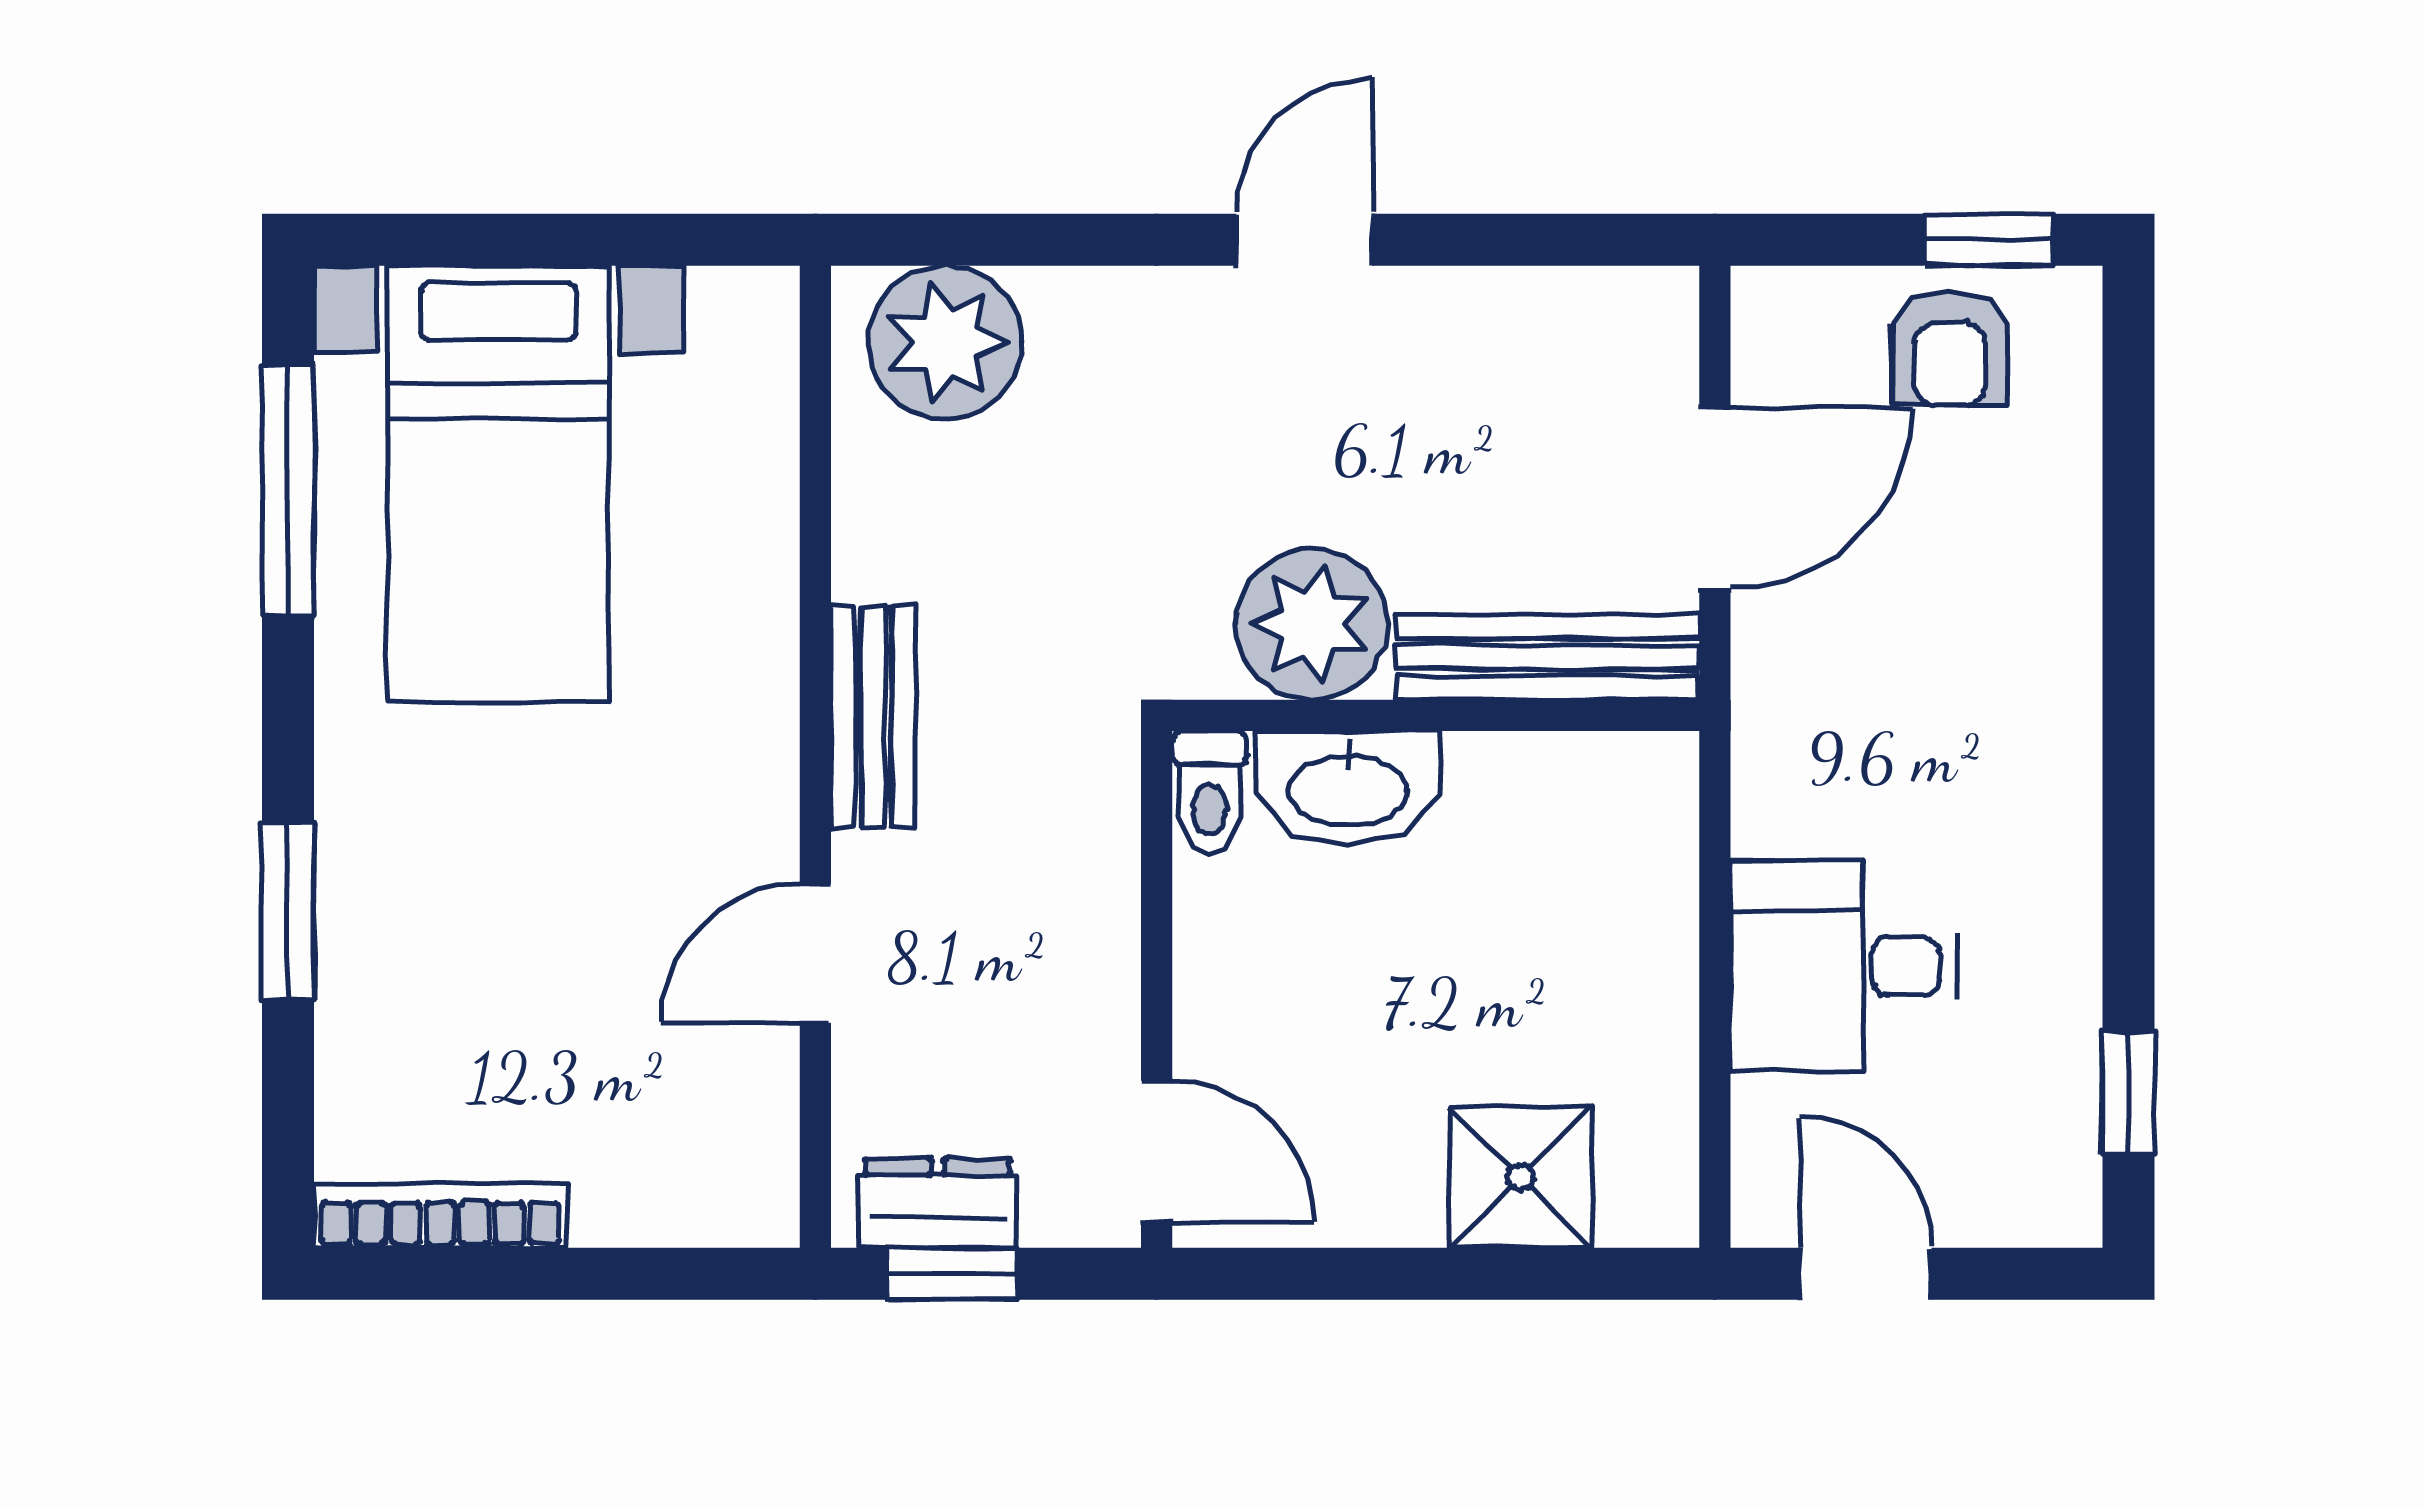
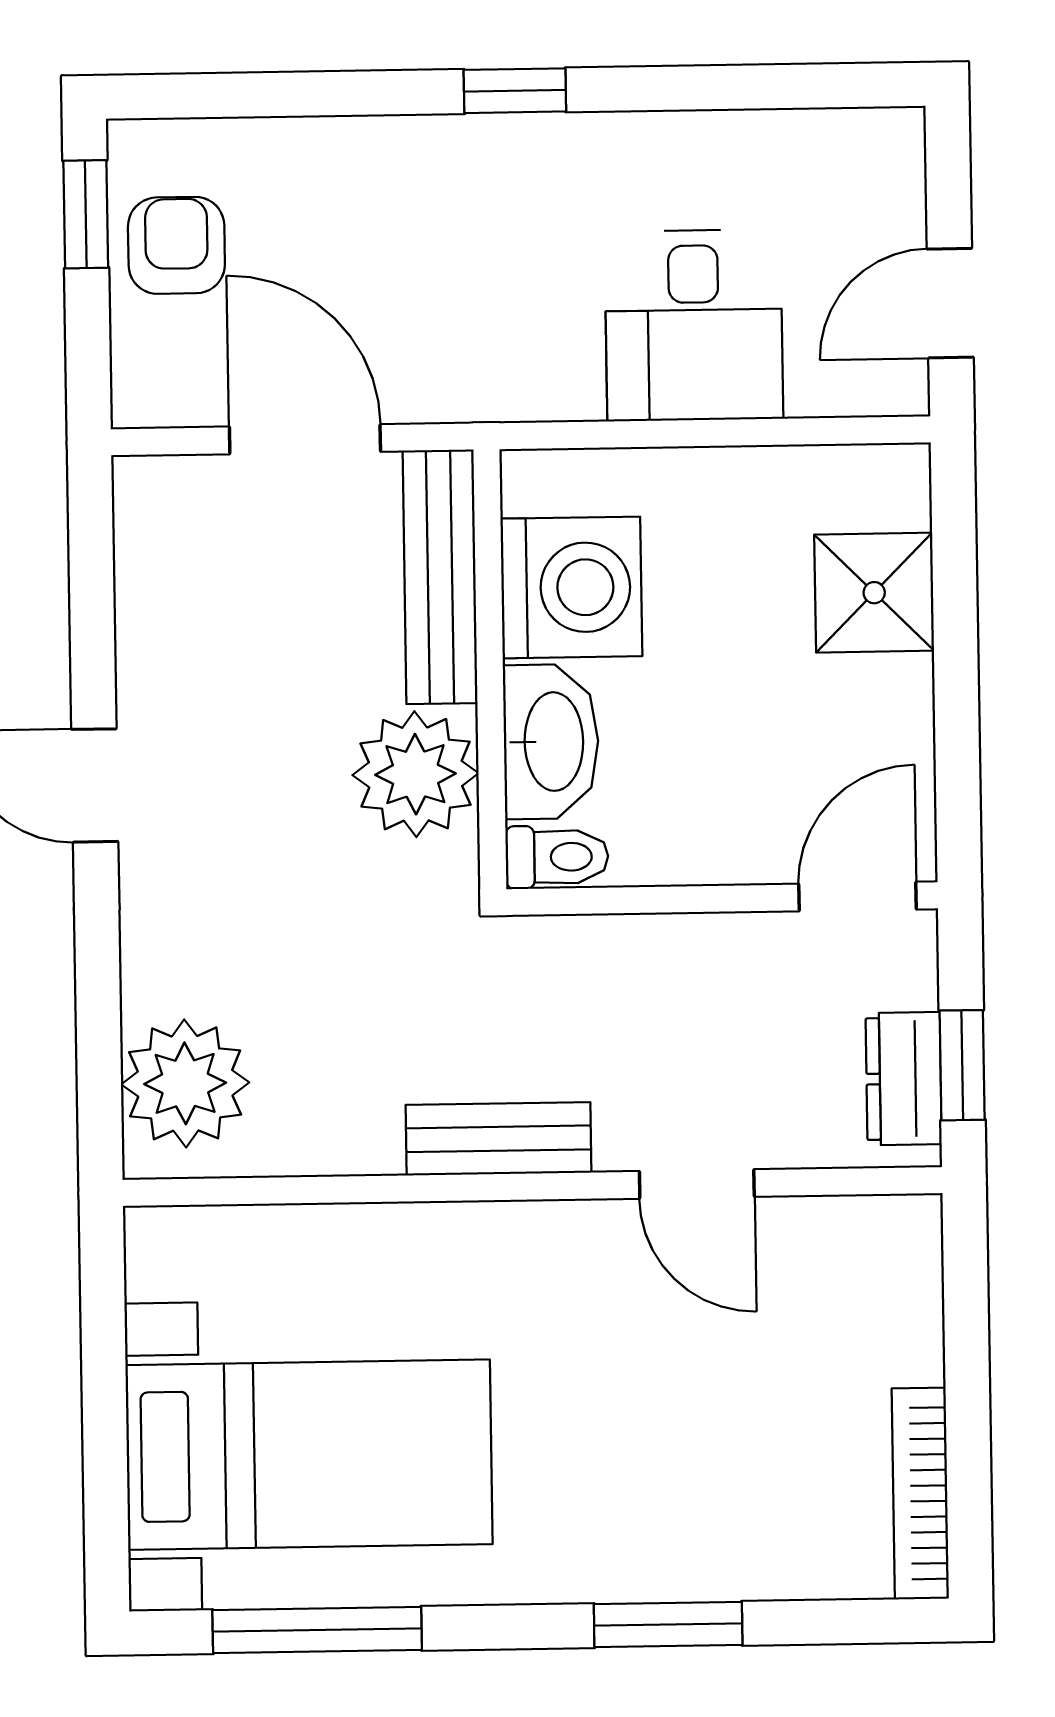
armchair: (1950, 348) -> (176, 245), turned -90
washing machine: (1532, 815) -> (571, 587), added
window: (2129, 1094) -> (515, 91), moved

